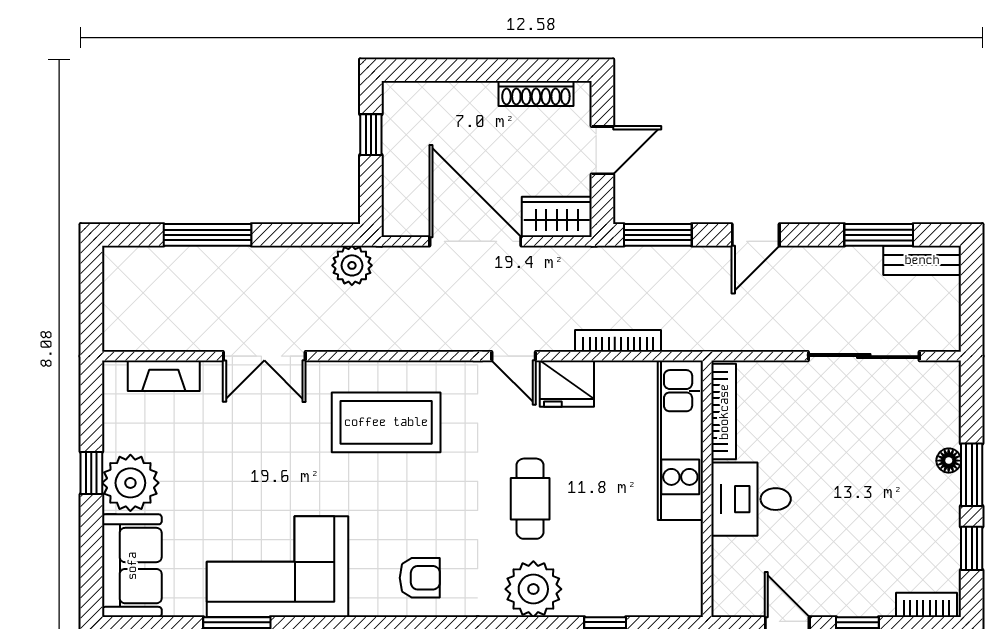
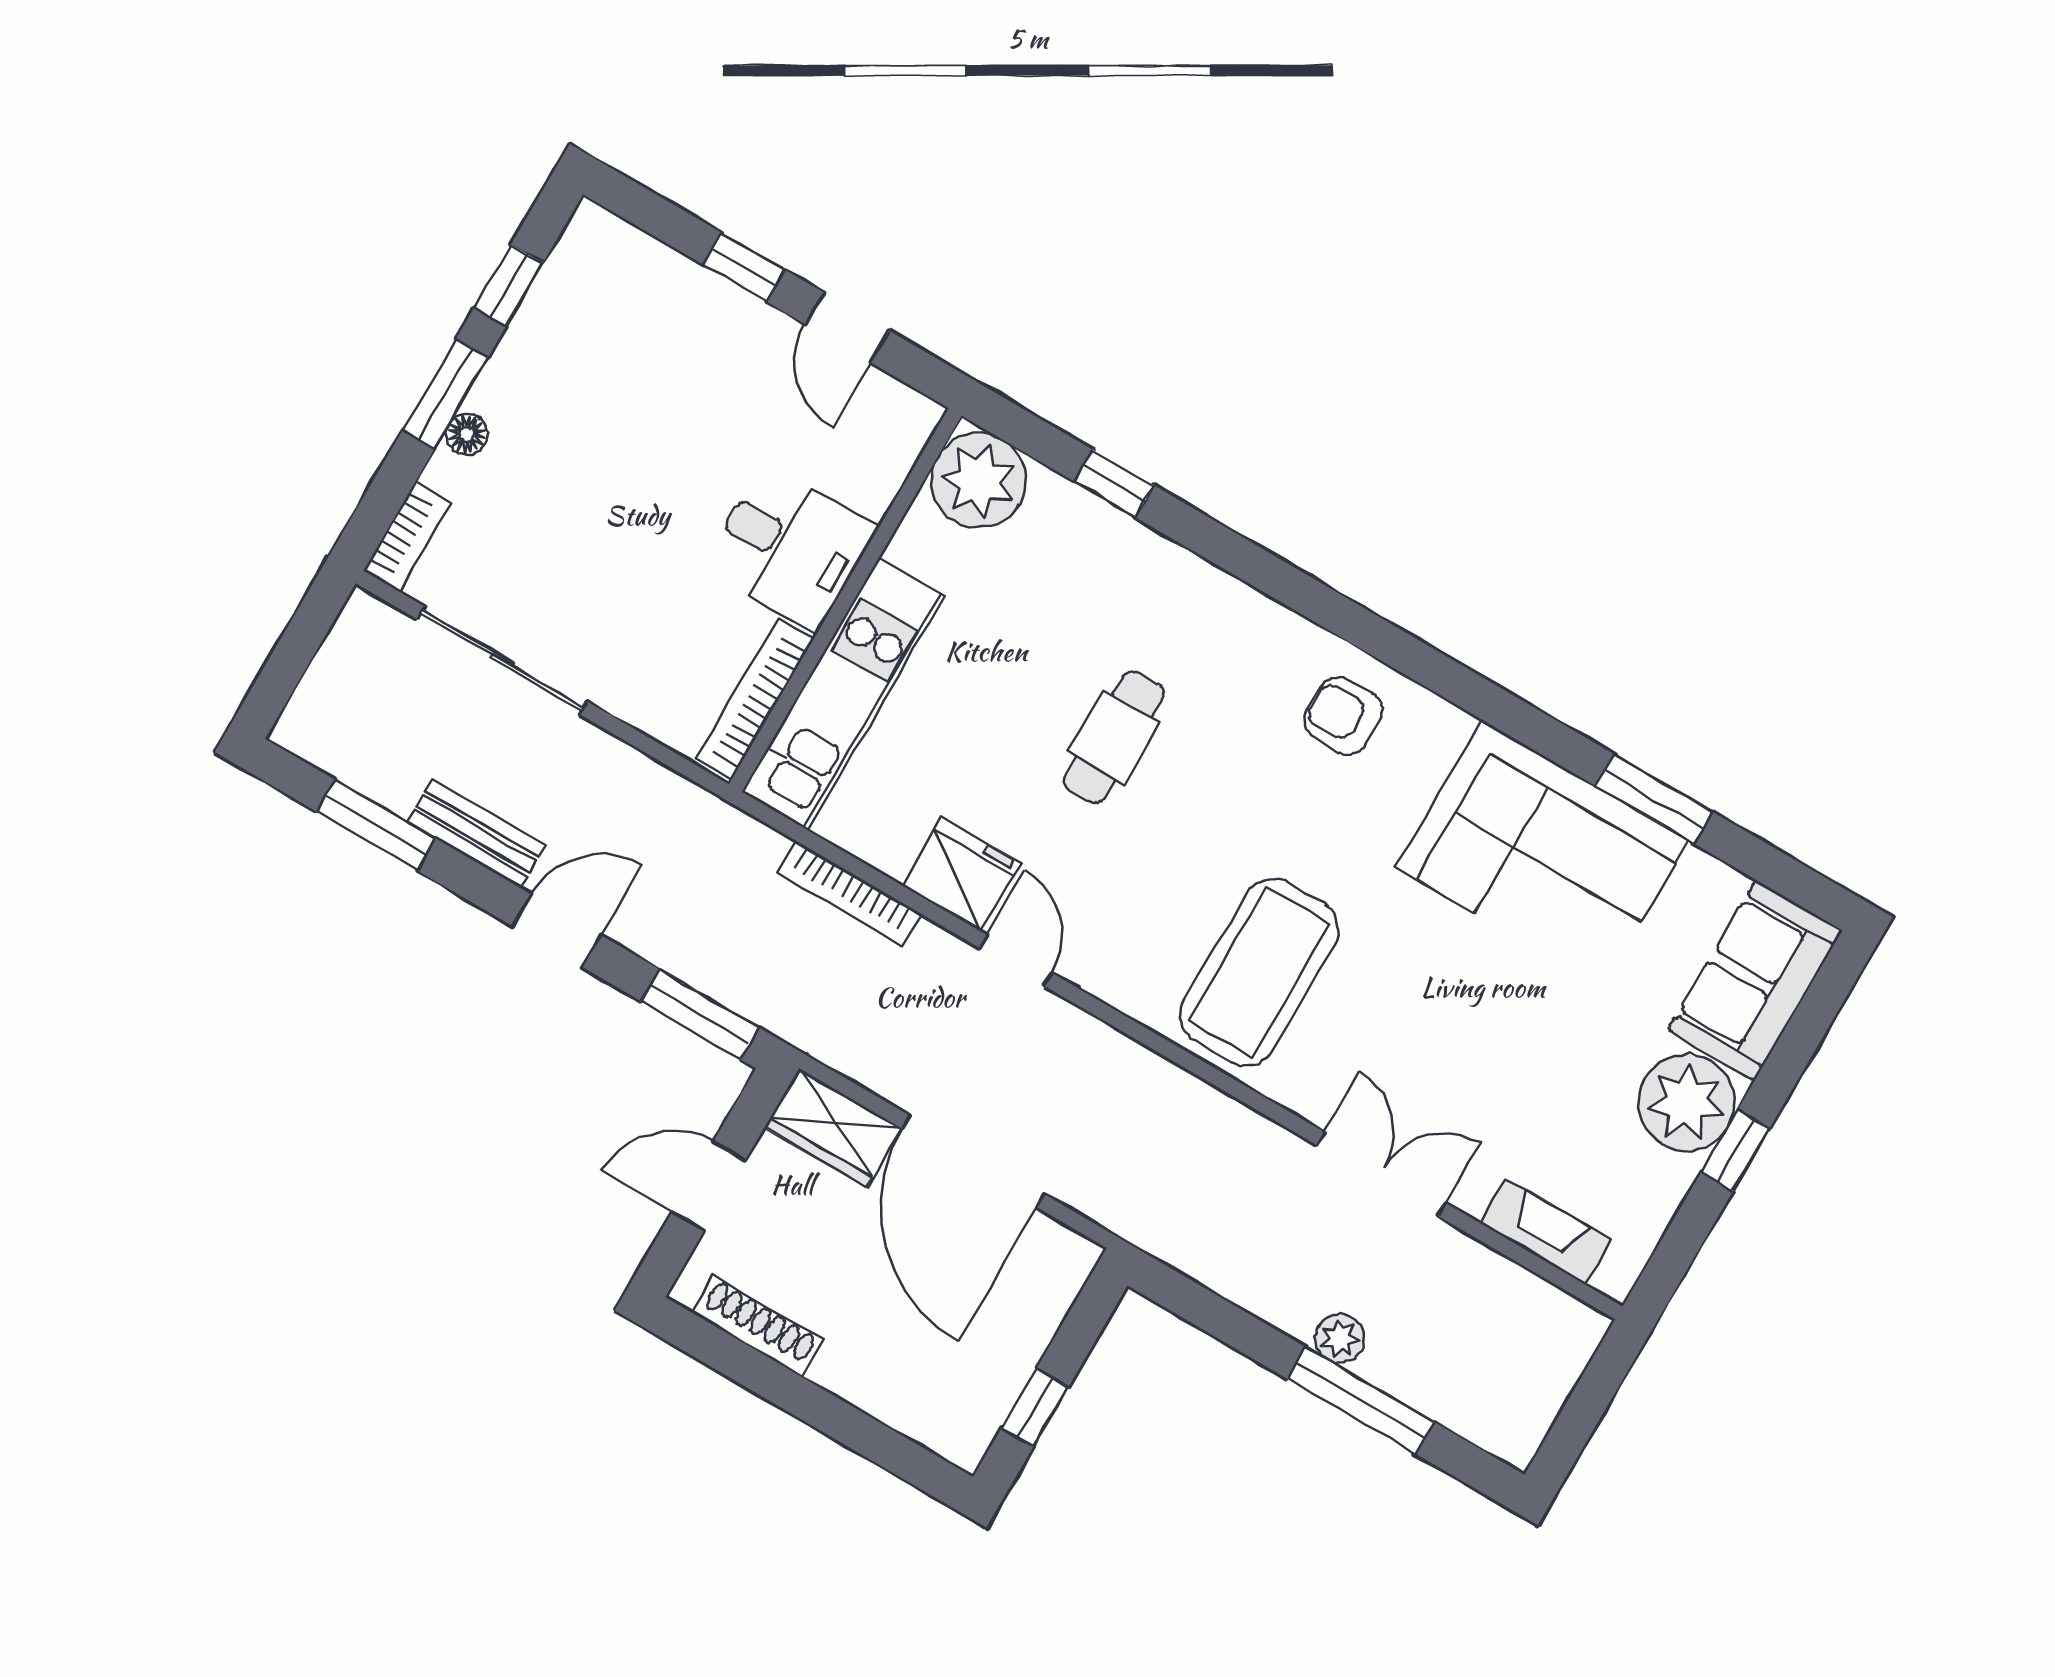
bench: (922, 260) -> (476, 834), moved
plant: (352, 265) -> (1340, 1339), moved, width x0.73, depth x0.73
coffee table: (386, 422) -> (1259, 972), turned 90
plant: (533, 589) -> (979, 480), moved
bookcase: (926, 605) -> (407, 536), moved, turned -90

